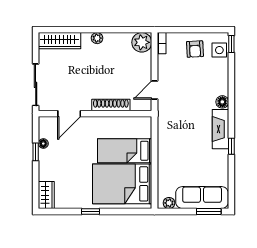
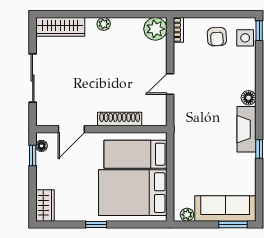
shoe rack: (111, 105) -> (120, 119), moved
door: (69, 114) -> (71, 129), moved
wall: (95, 114) -> (101, 129), moved

